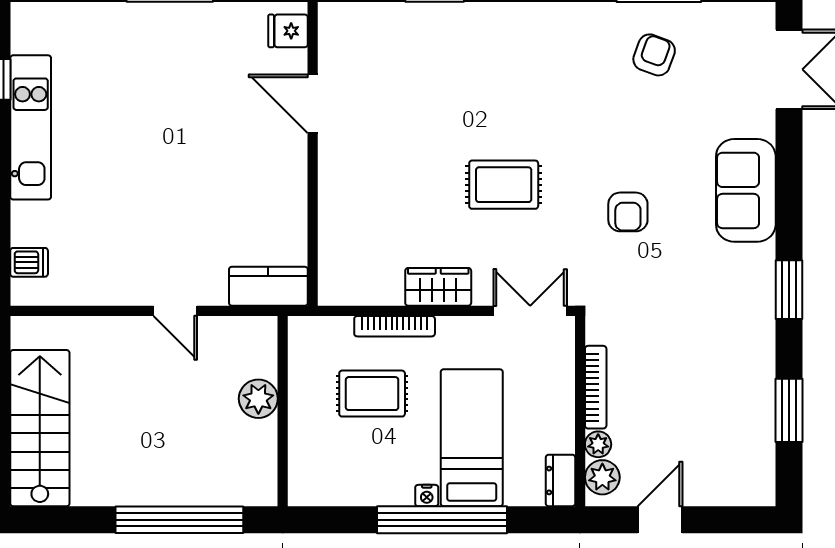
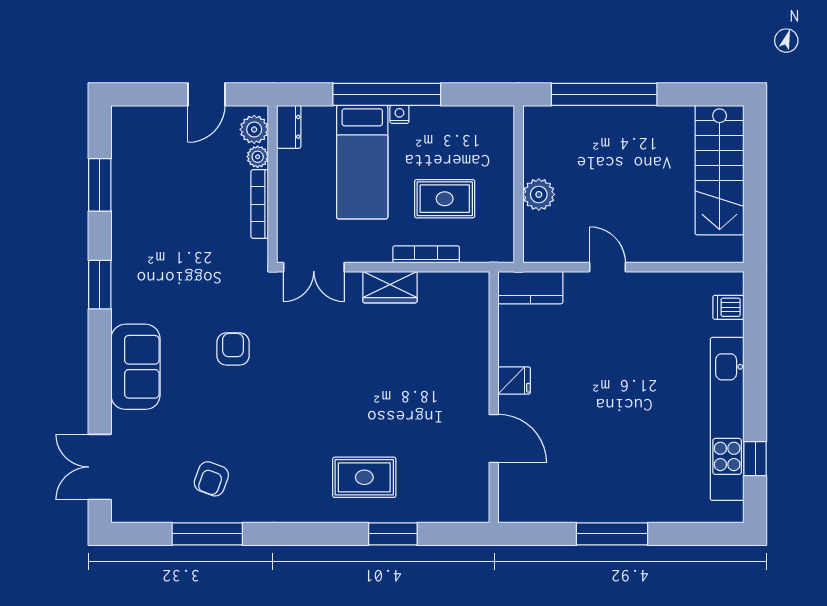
fridge: (288, 31) -> (514, 381), moved
kitchen unit: (31, 127) -> (727, 419), width x1.36
rug: (504, 185) -> (364, 477), moved

